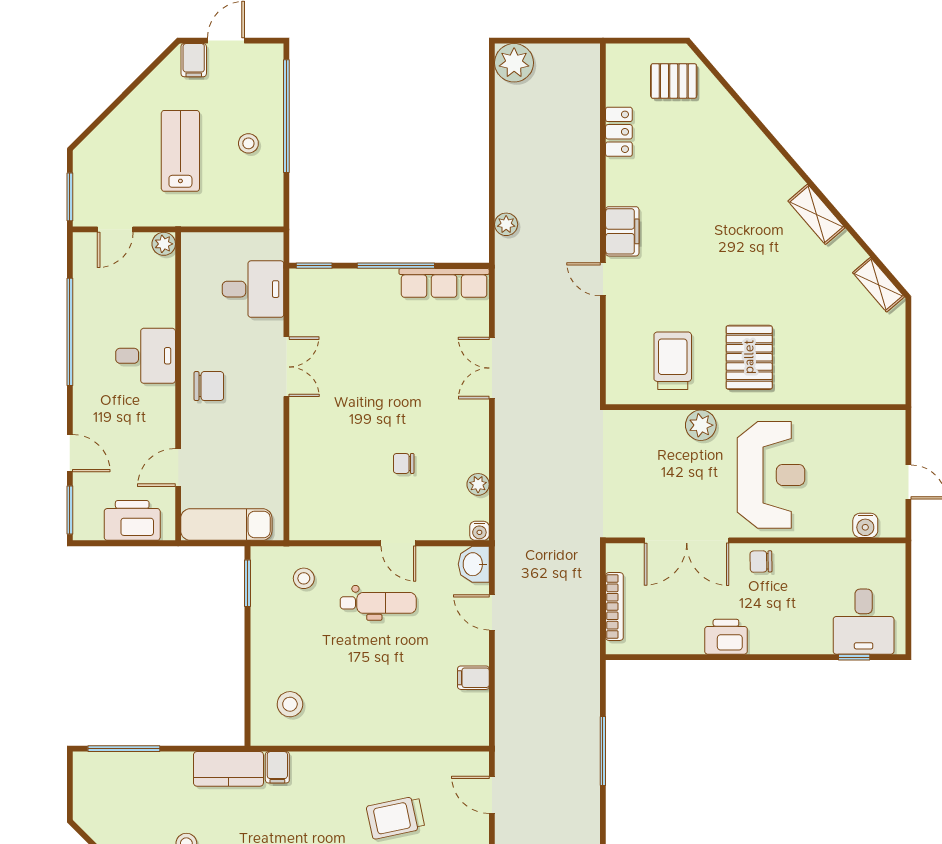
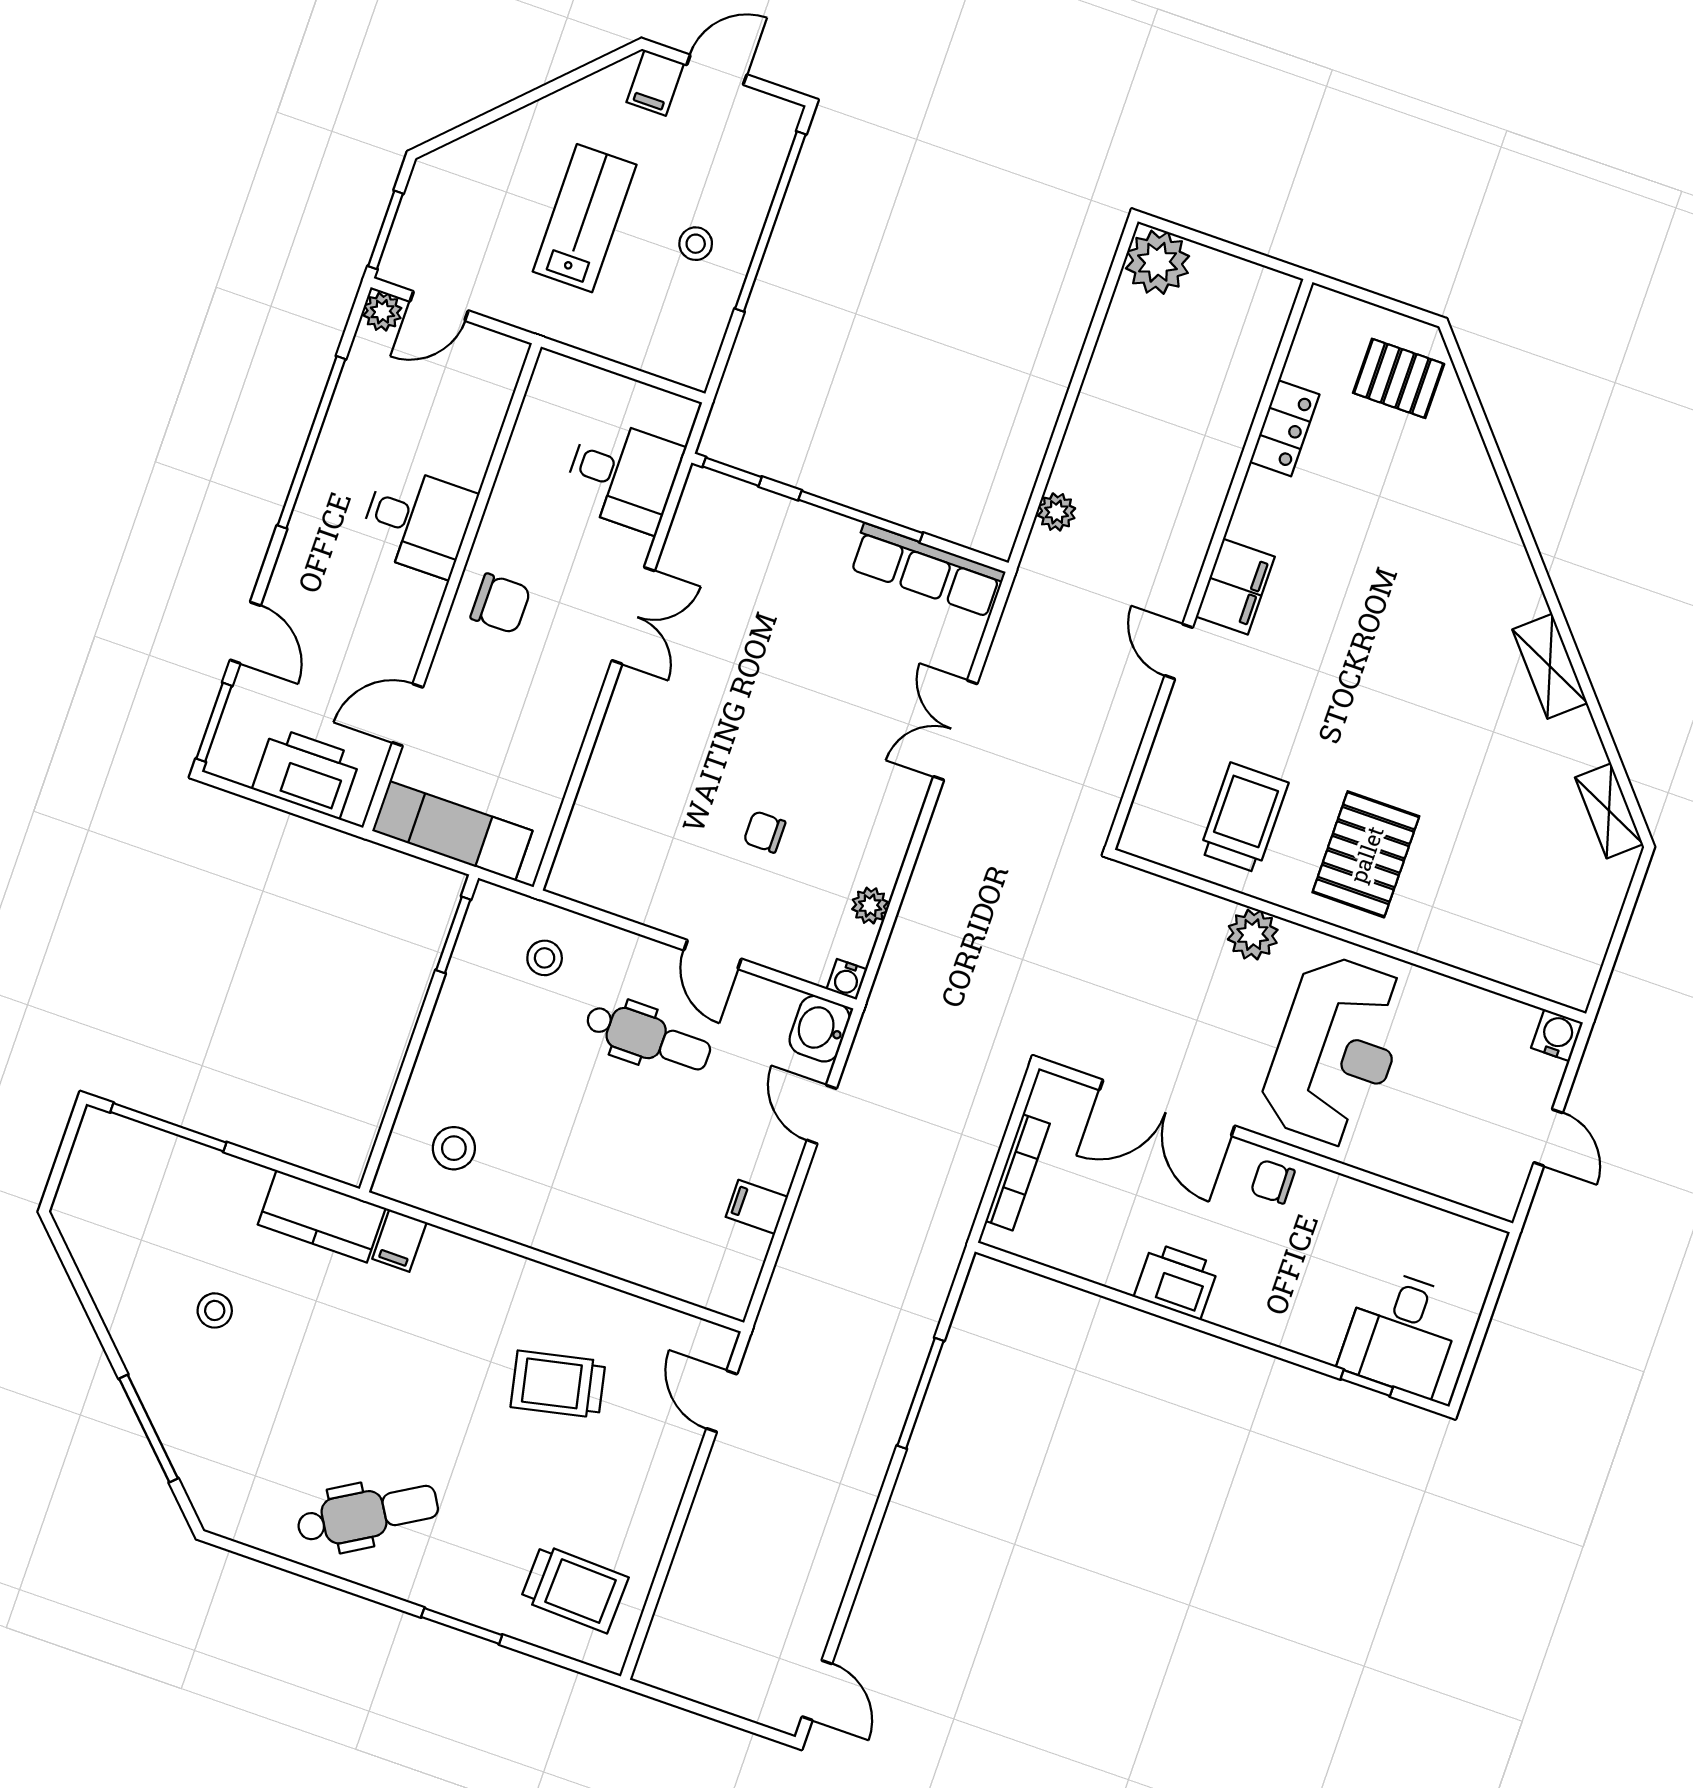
plant: (164, 244) -> (382, 312), moved
water cooler: (865, 525) -> (1557, 1035), moved, turned 180

